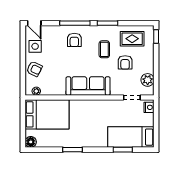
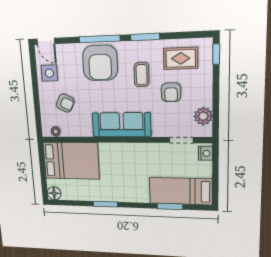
armchair: (74, 40) -> (100, 63), width x1.88, depth x1.88
armchair: (34, 69) -> (65, 103), moved

